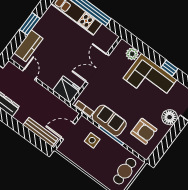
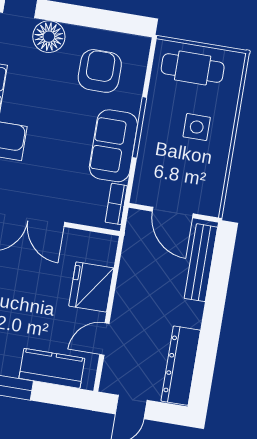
fridge: (67, 89) -> (91, 287), moved
side table: (92, 140) -> (197, 127), moved

